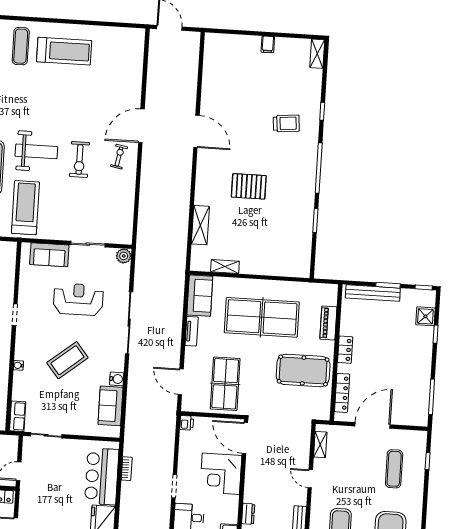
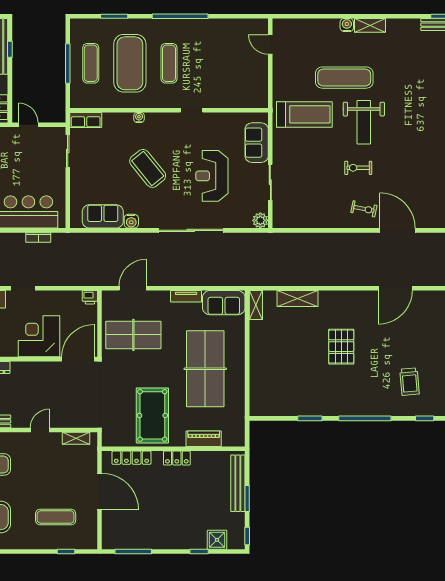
exercise bike: (79, 159) -> (358, 168), width x0.73, depth x0.72
shelving: (225, 267) -> (256, 305), moved
reception desk: (78, 299) -> (212, 176), turned 180

